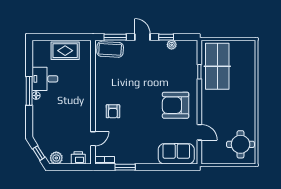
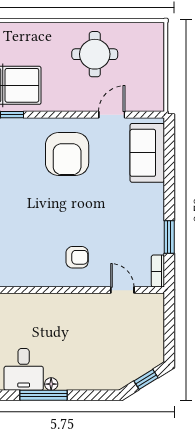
round table: (241, 144) -> (95, 54), moved
plant: (56, 158) -> (154, 351), removed
printer: (78, 158) -> (154, 314), removed

